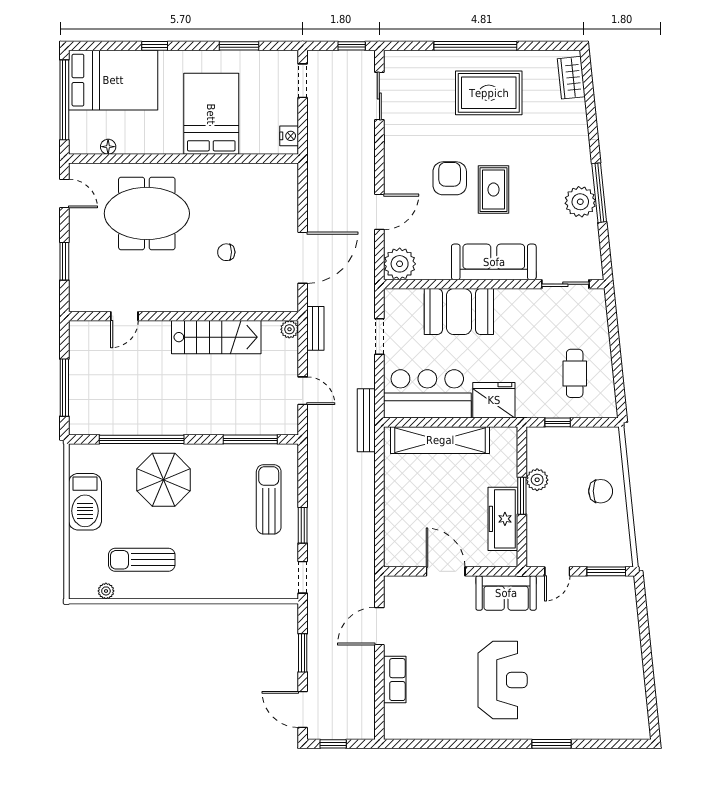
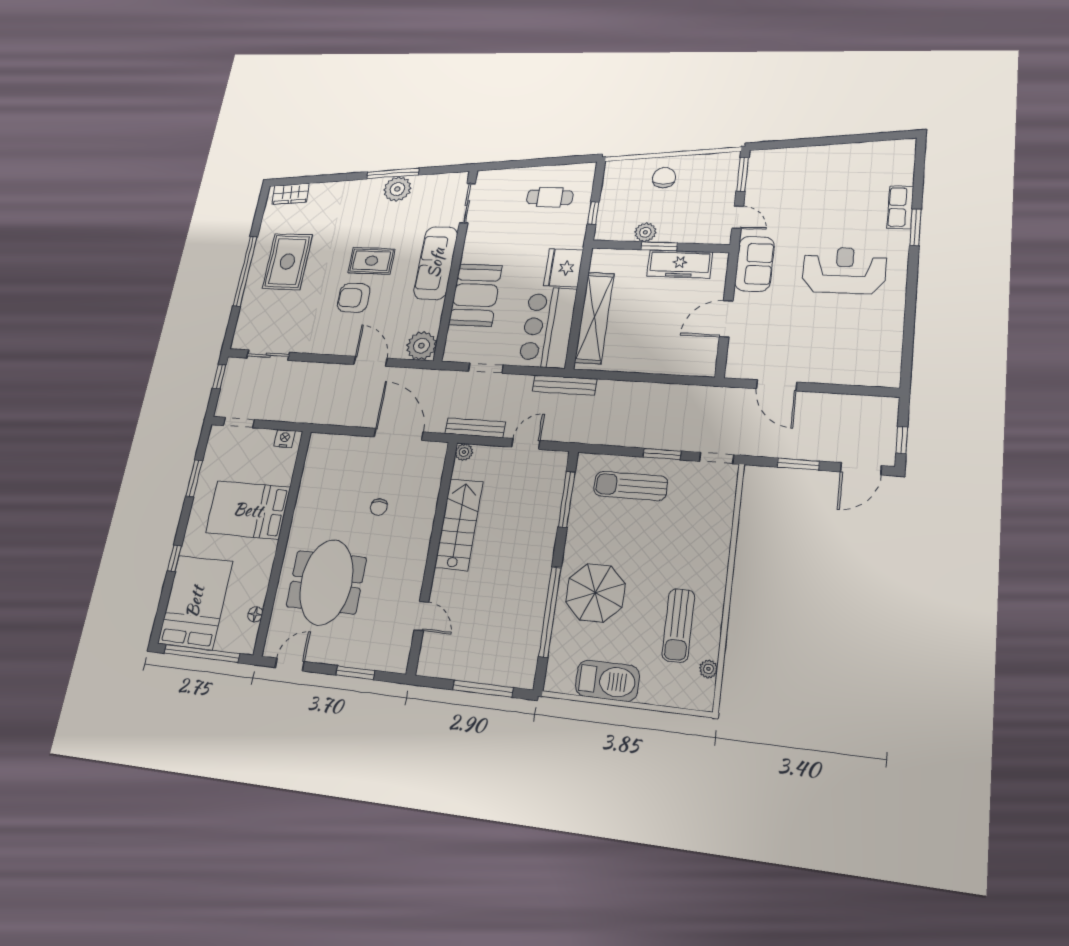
bench: (315, 328) -> (475, 428), width x1.36
row of seats: (395, 680) -> (900, 207), moved, turned -90

